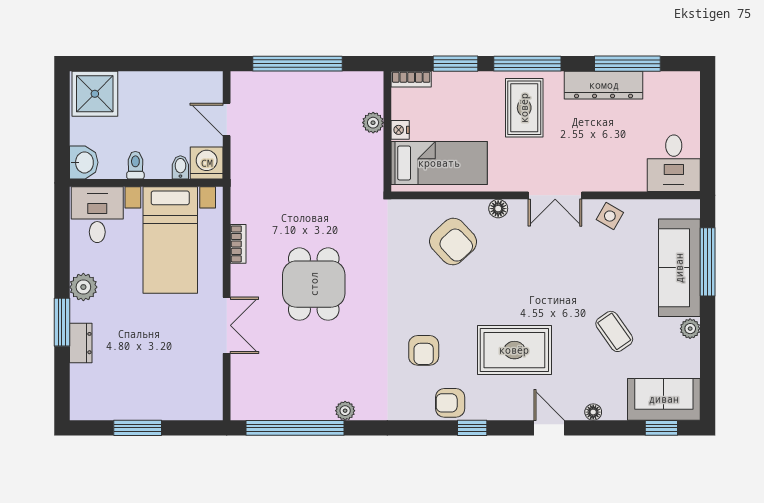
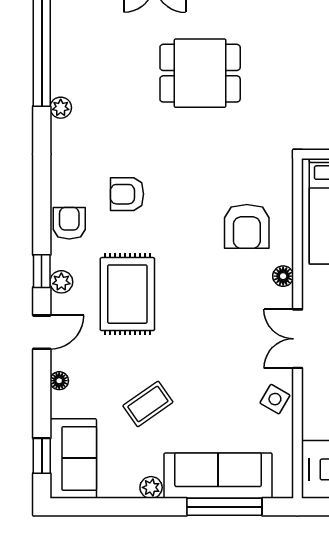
armchair: (453, 242) -> (247, 226), turned -47
plant: (503, 410) -> (61, 282), added
window: (472, 428) -> (42, 271), moved

